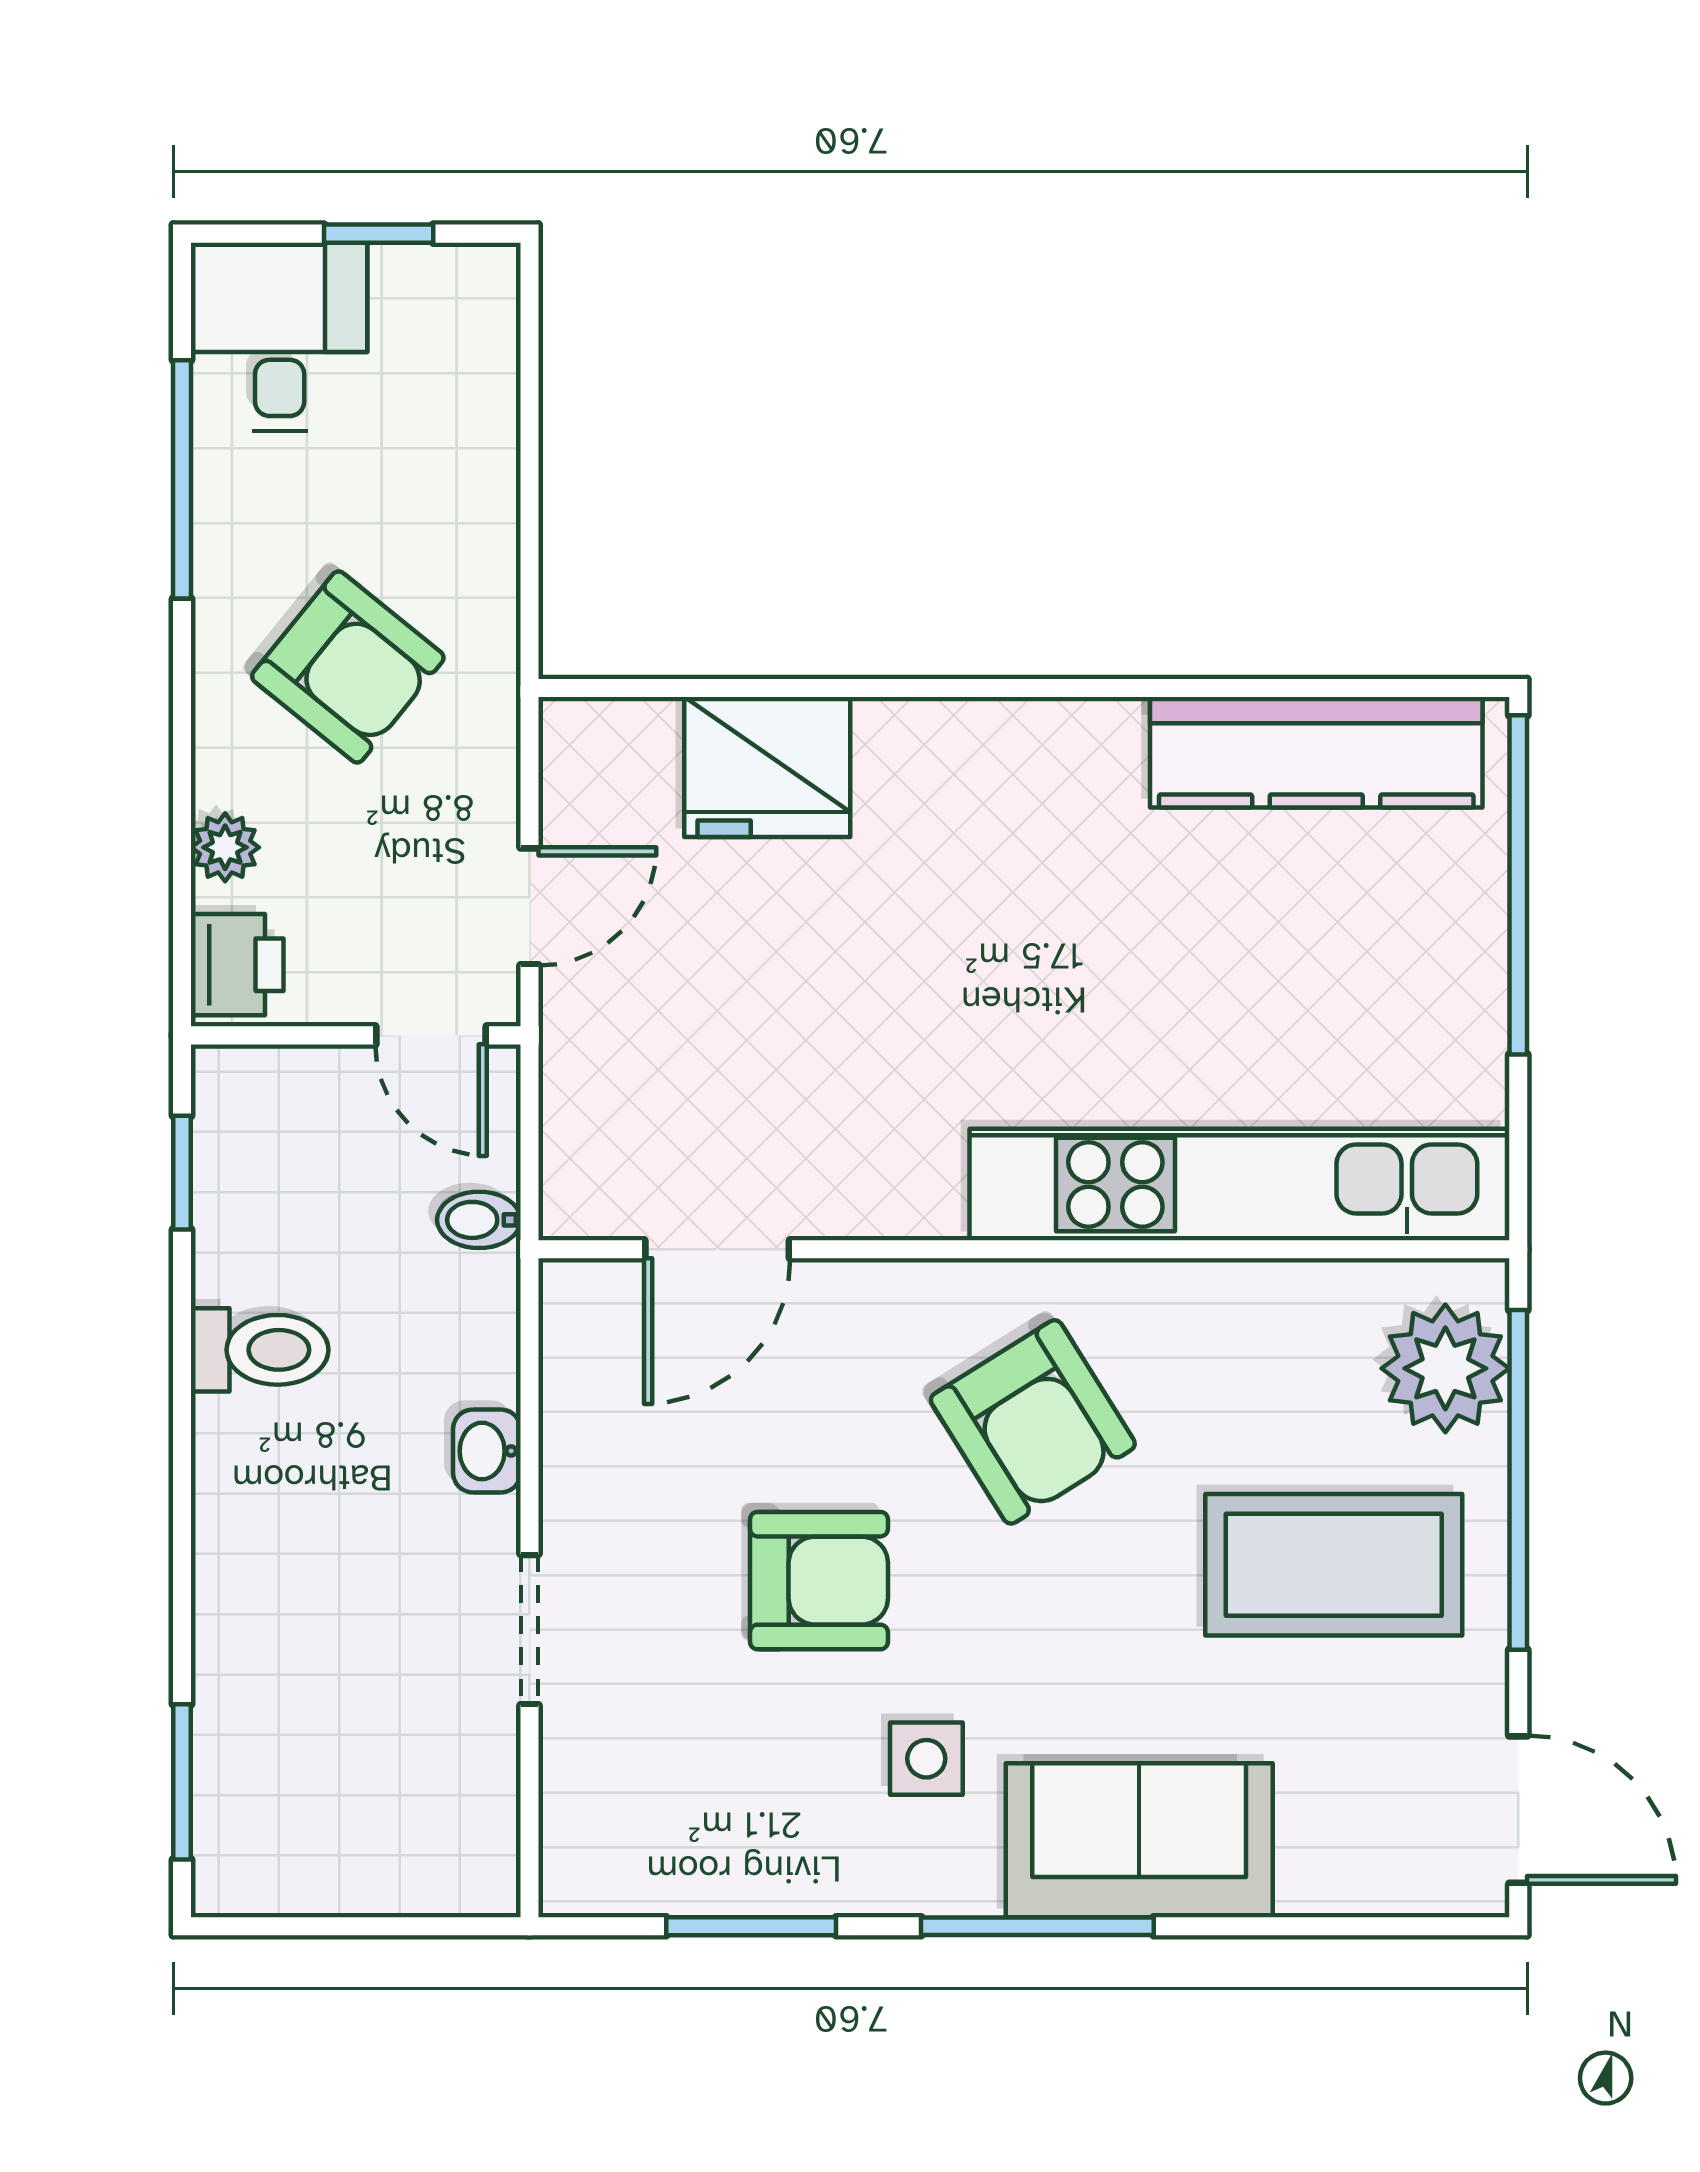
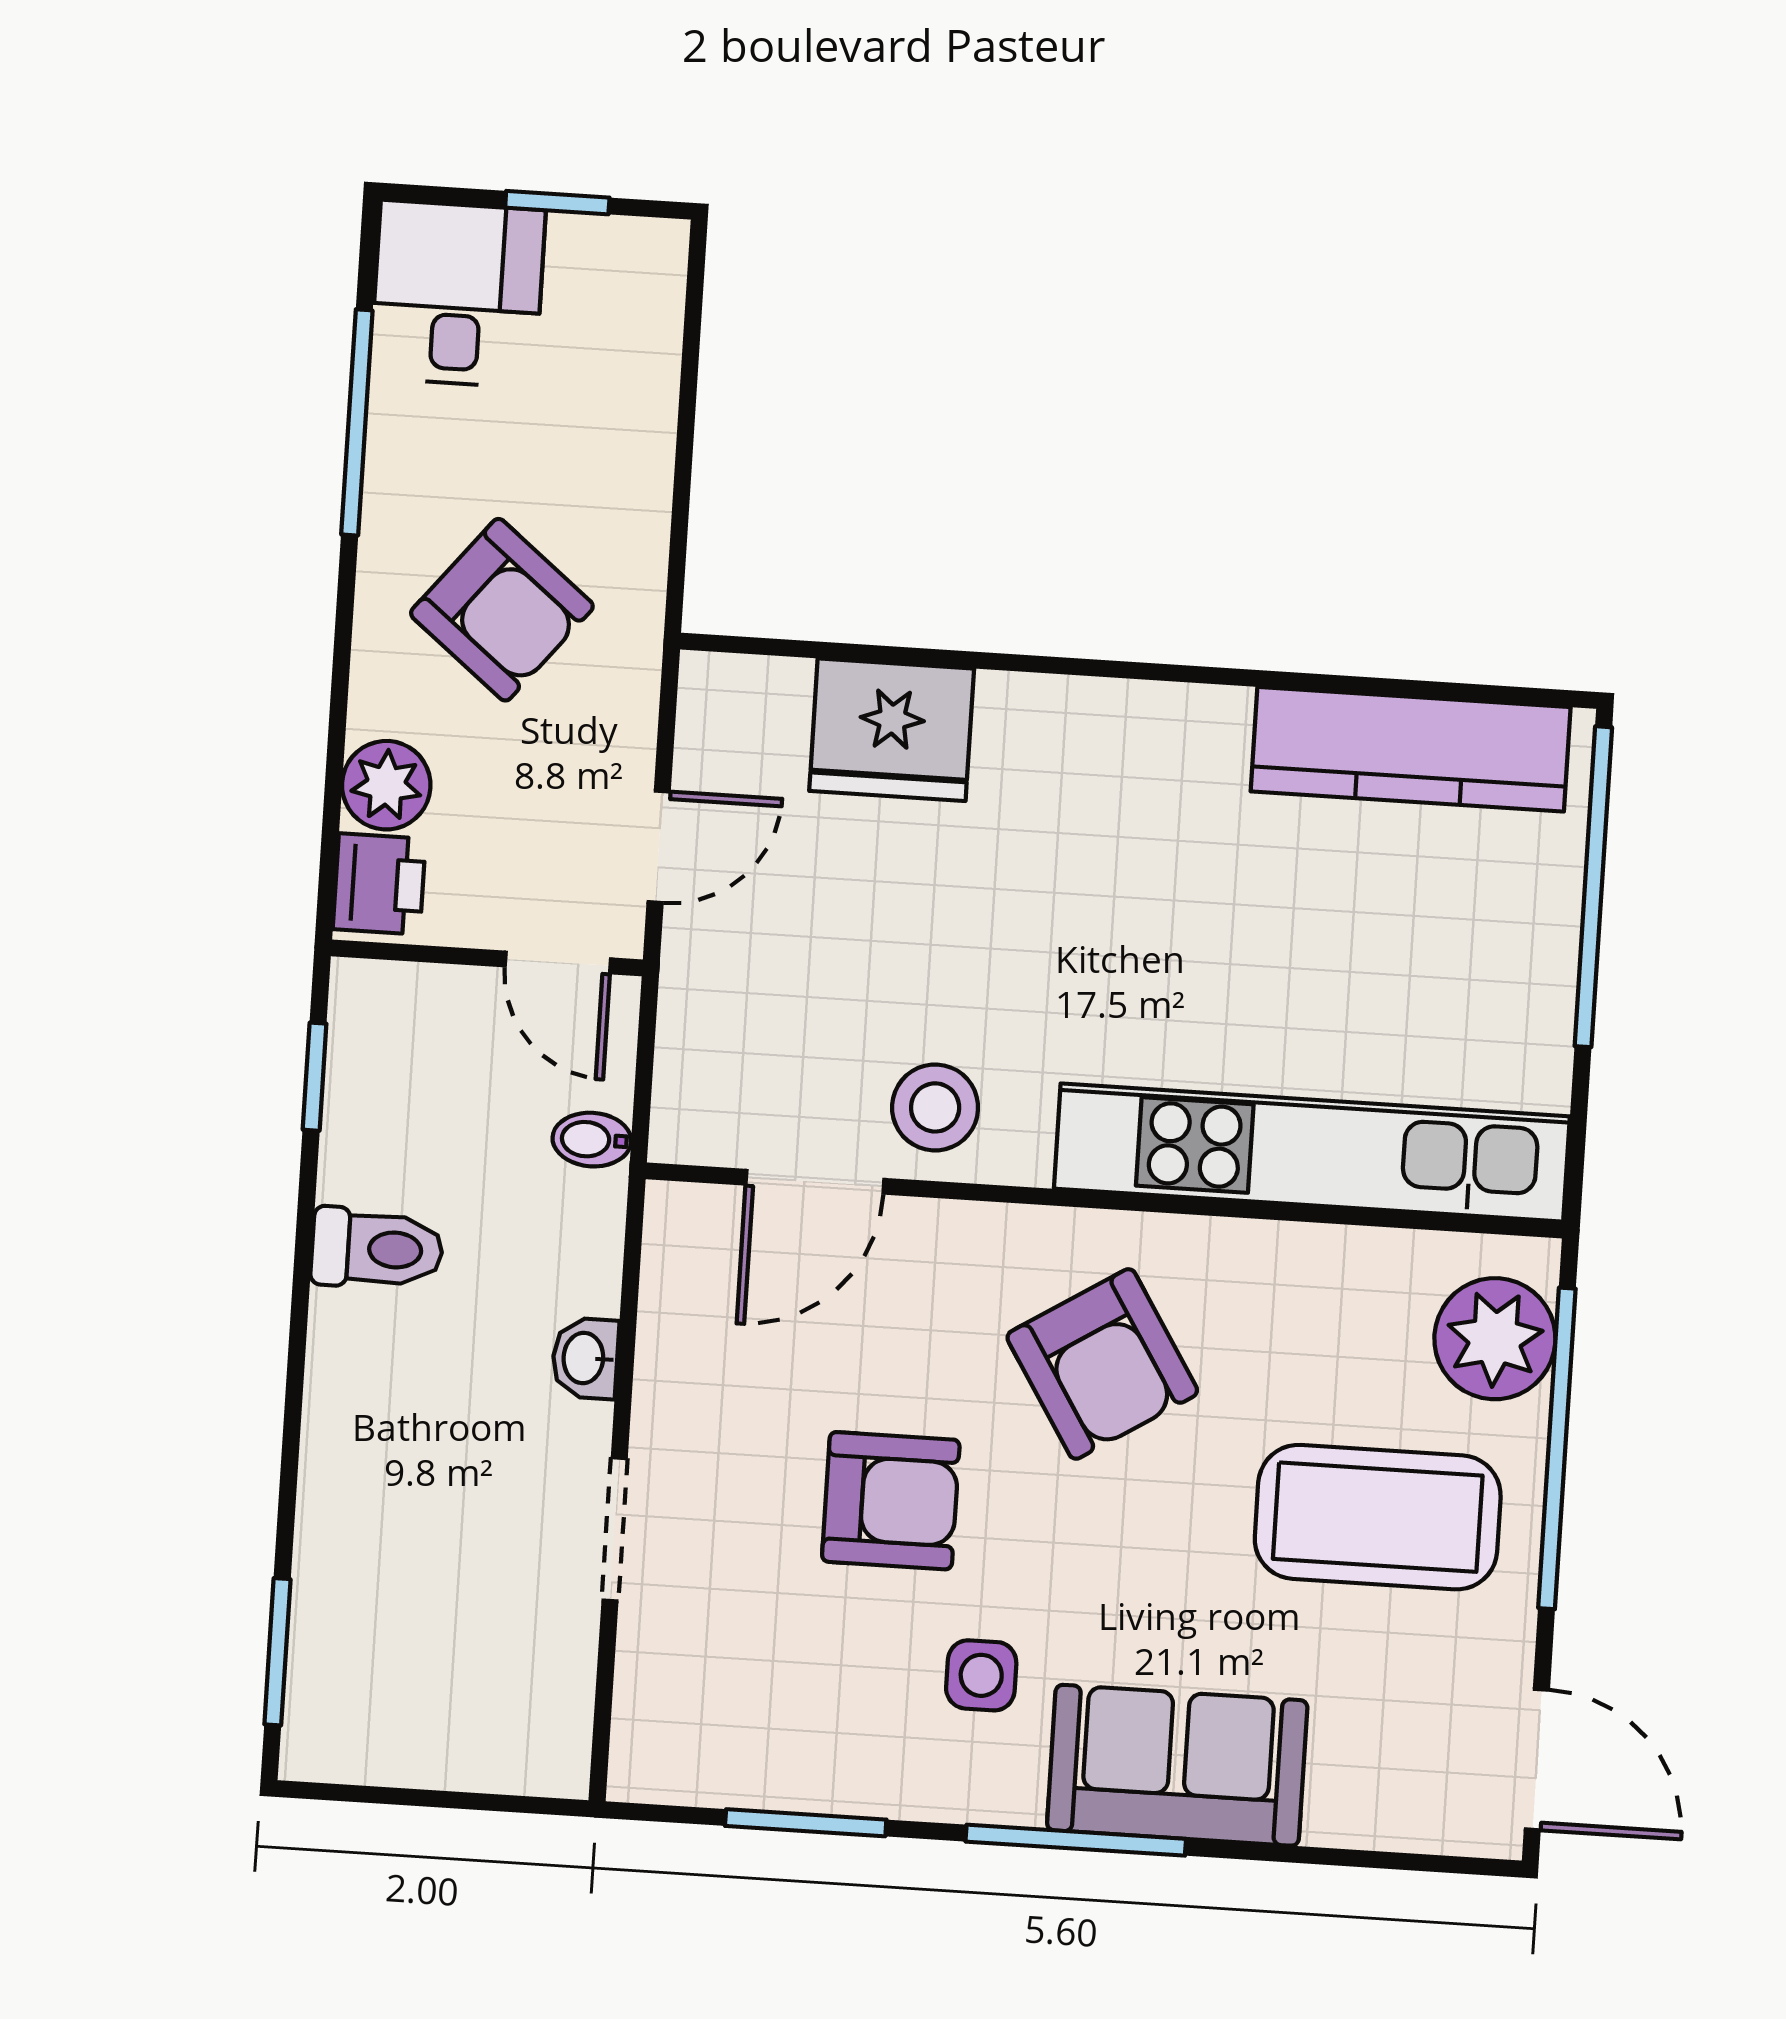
plant: (225, 847) -> (386, 785), width x1.38, depth x1.38
stool: (839, 1163) -> (935, 1107), added

